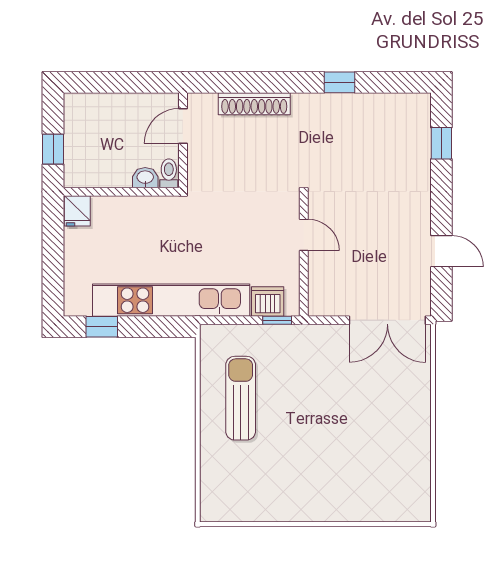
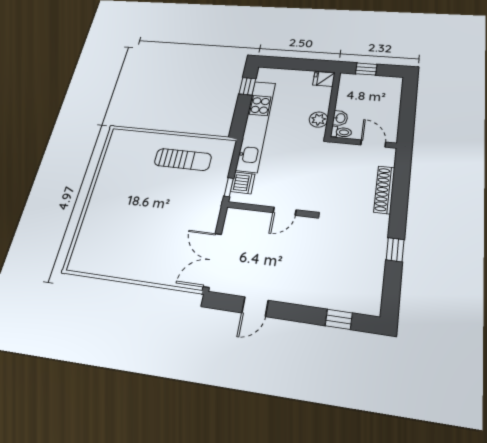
plant: (151, 209) -> (318, 120), added

